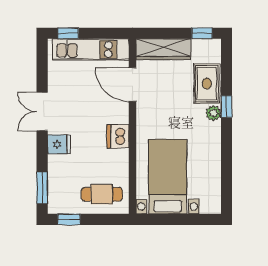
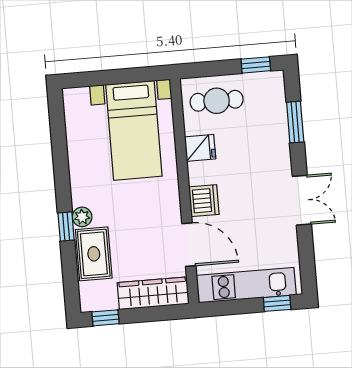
dishwasher: (118, 136) -> (204, 201), moved
fridge: (59, 144) -> (200, 148), moved, turned 180
window: (42, 188) -> (295, 122), moved

